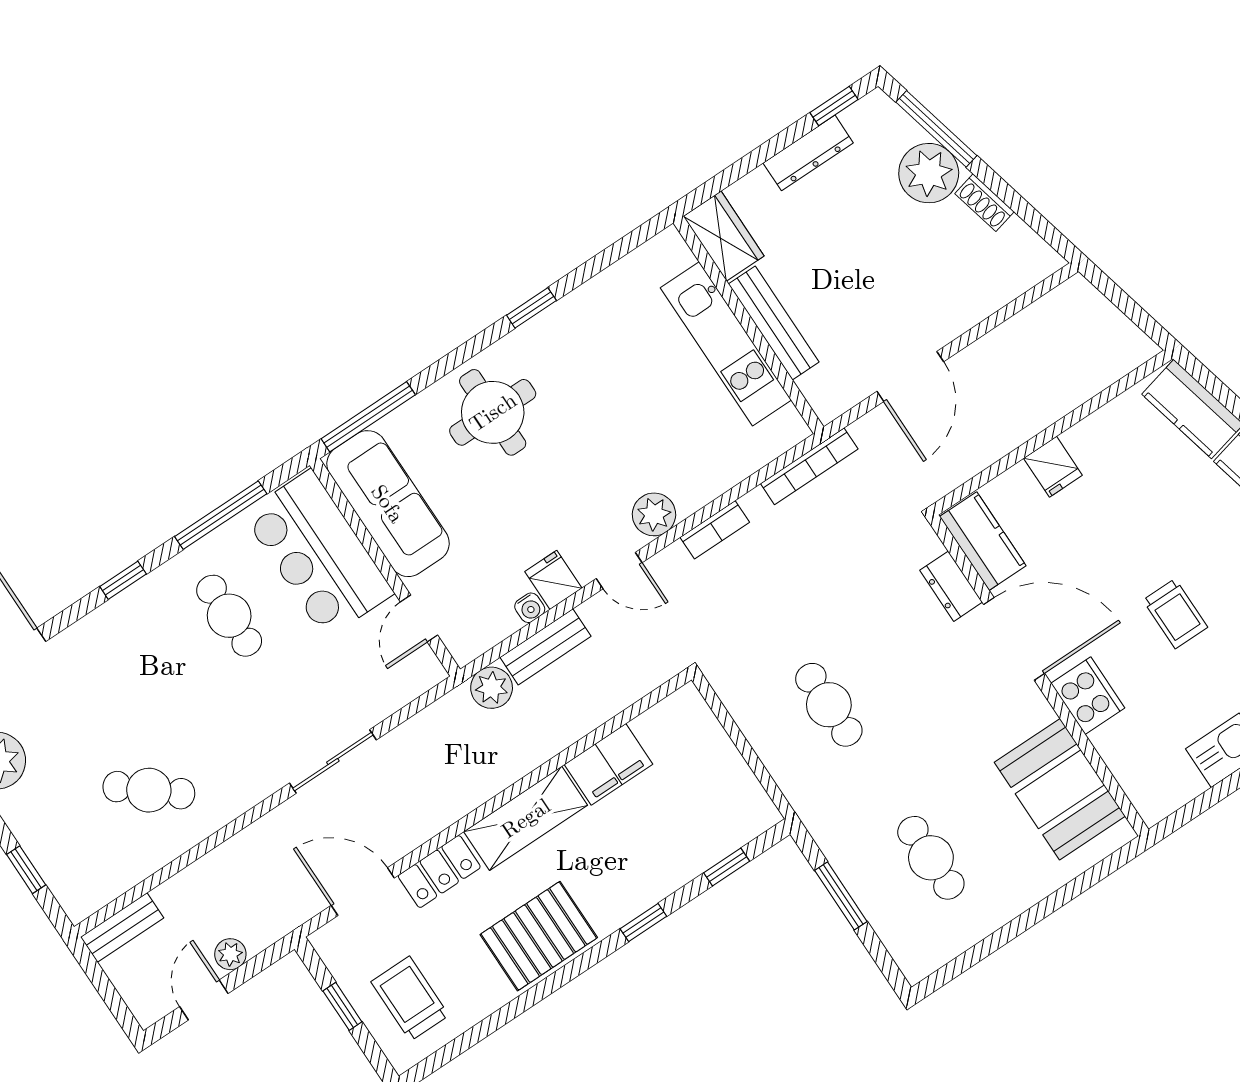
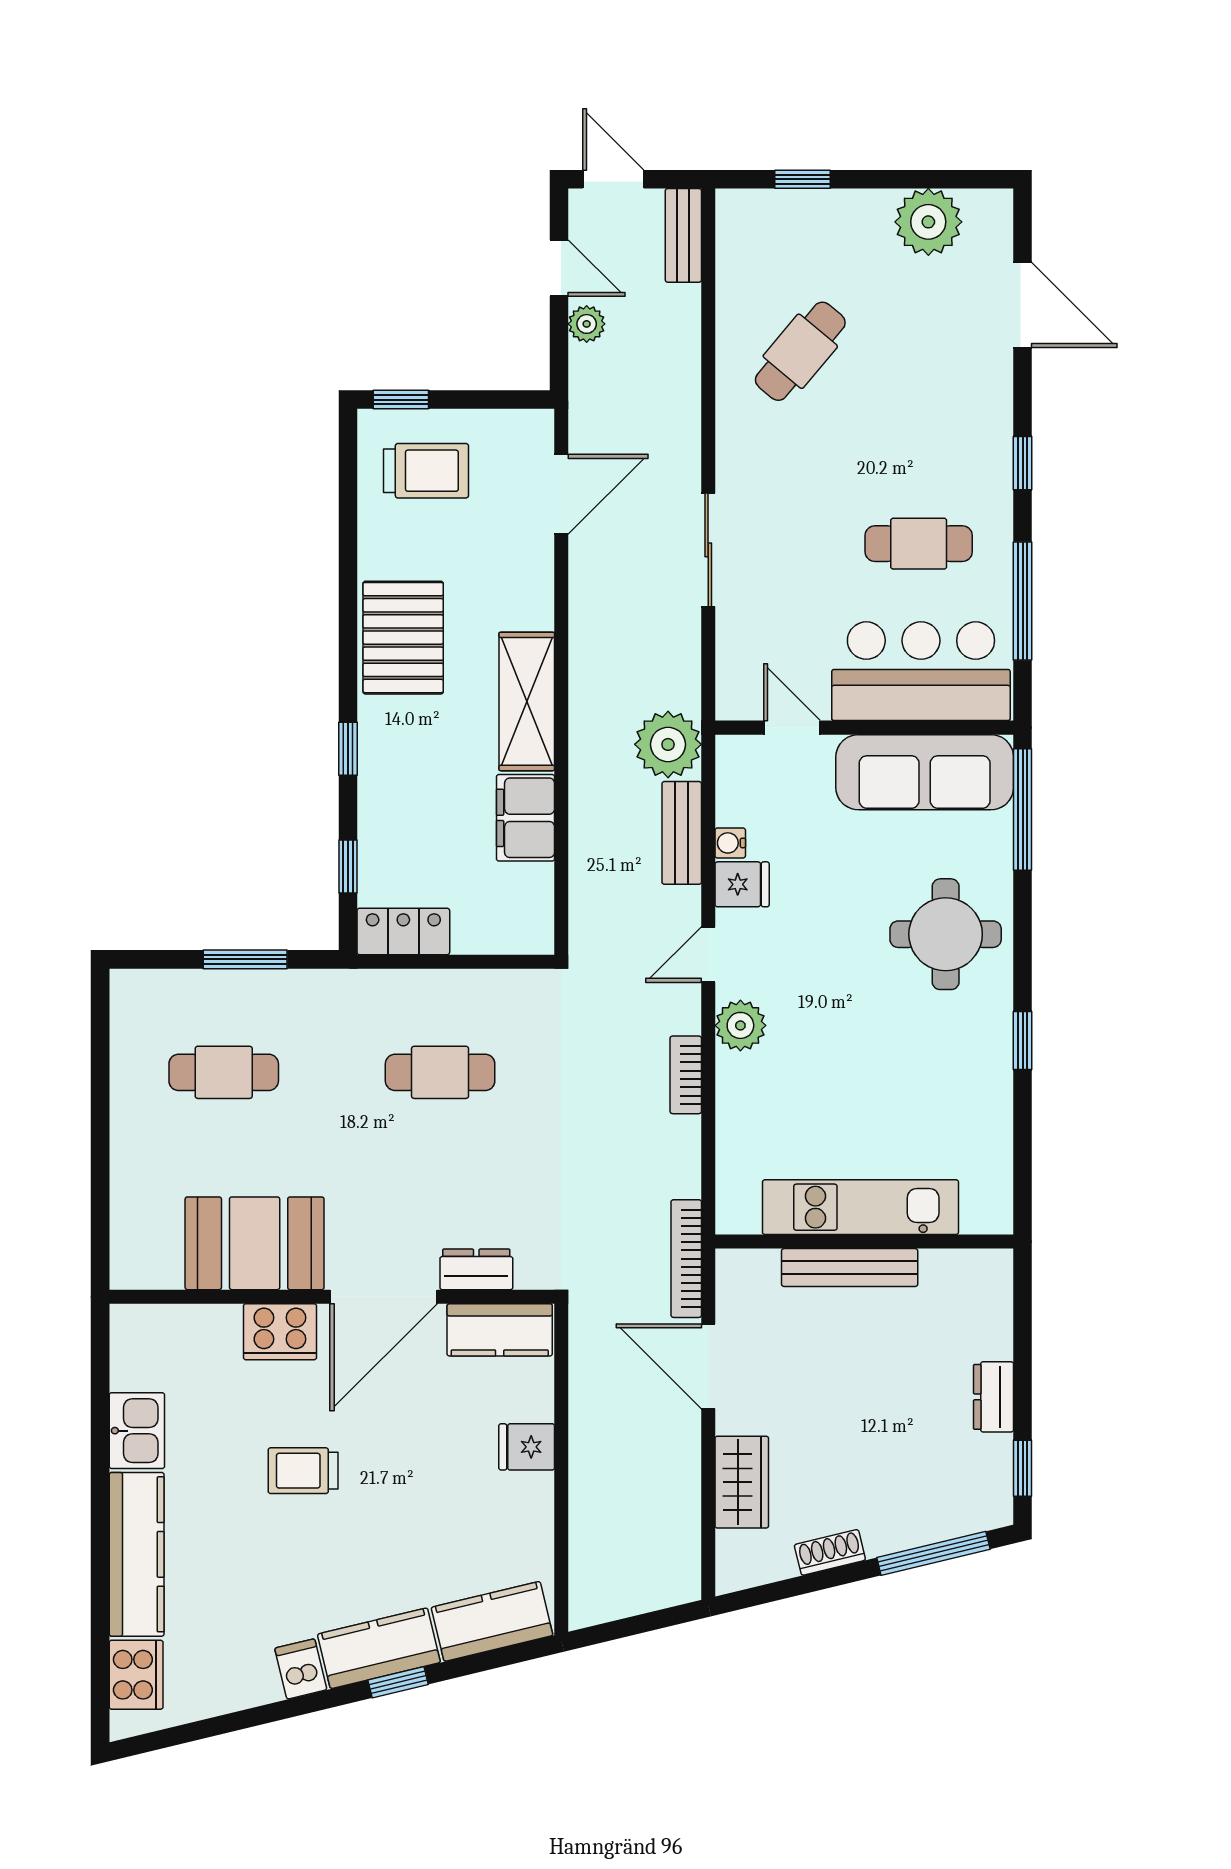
dresser: (808, 153) -> (994, 1397), width x0.70
plant: (929, 173) -> (895, 1517), removed
wardrobe: (724, 236) -> (742, 1482), moved, turned -90
bookcase: (809, 466) -> (686, 1259), moved
plant: (492, 688) -> (668, 744), width x1.36, depth x1.36
booth: (1060, 789) -> (255, 1243), moved
locker: (439, 872) -> (403, 931), moved, turned 90
door: (115, 1004) -> (613, 179), added
window: (342, 1006) -> (401, 400), moved

